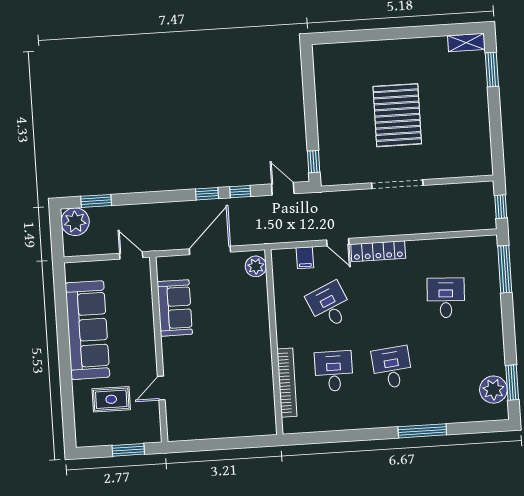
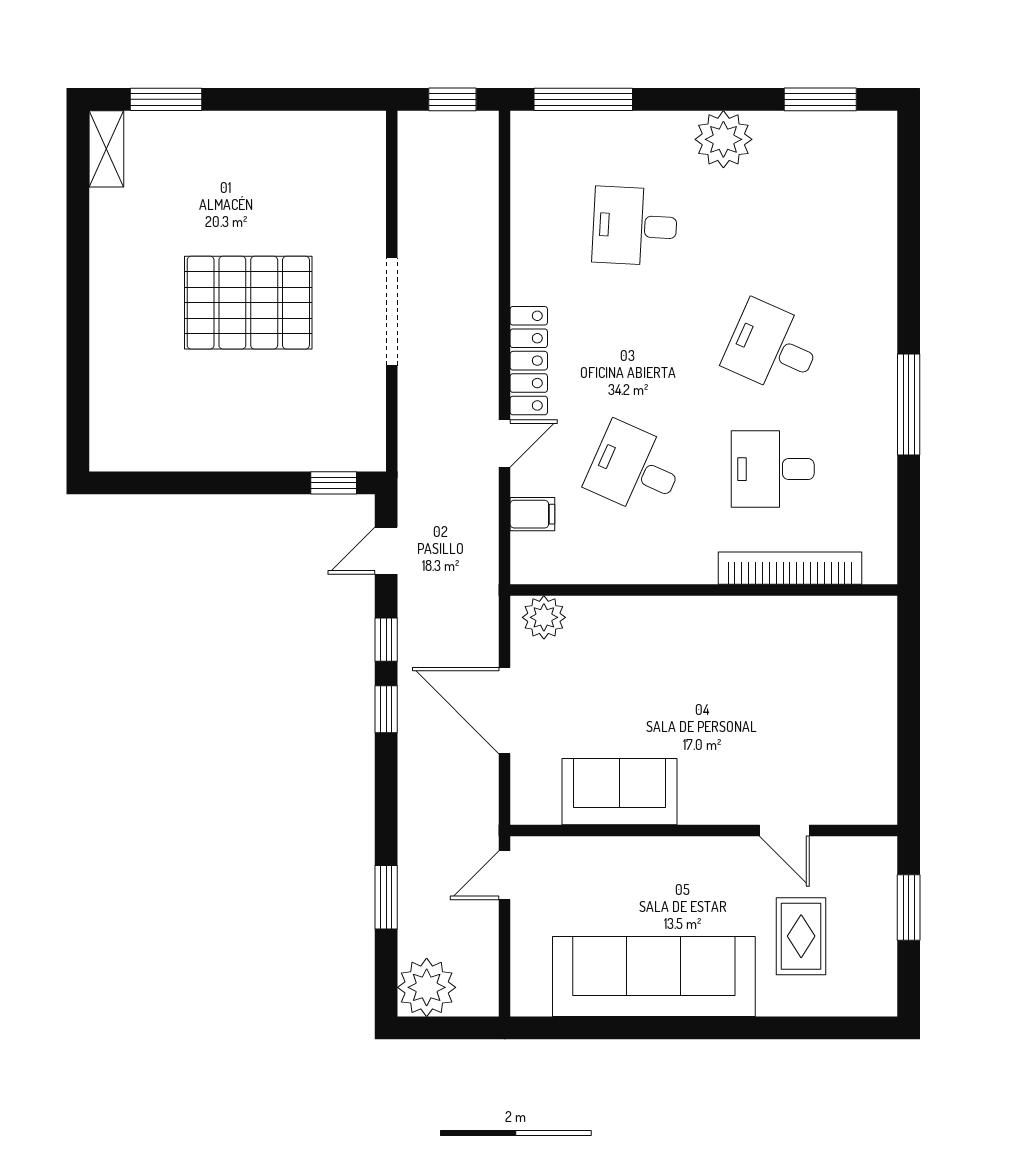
window: (96, 201) -> (386, 897), moved
desk: (330, 305) -> (635, 469), turned 48
desk: (392, 367) -> (773, 348), turned 30
plant: (493, 390) -> (723, 139), moved
window: (422, 431) -> (909, 404), moved

